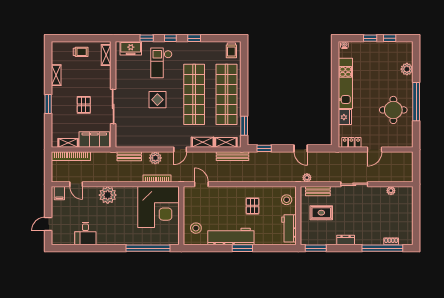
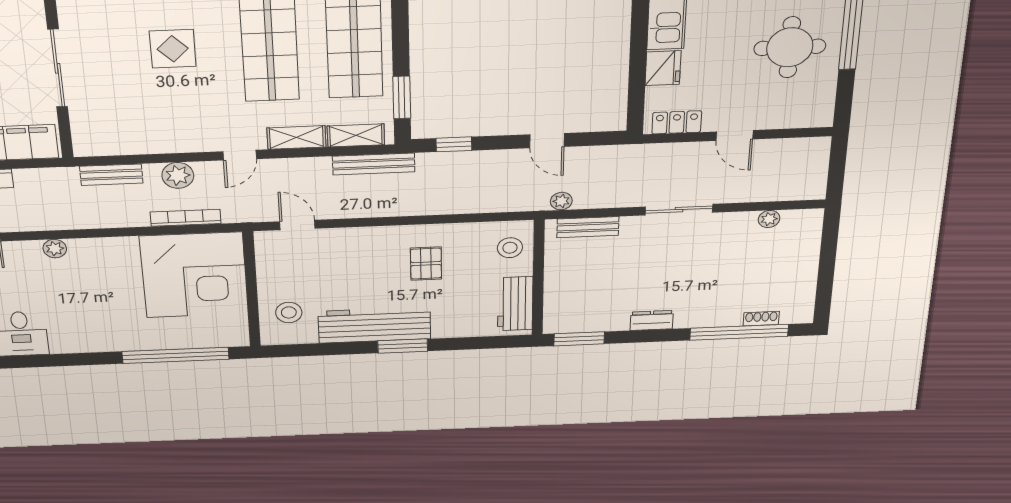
door: (374, 150) -> (735, 135), hinge flipped
plant: (108, 195) -> (55, 249), width x0.53, depth x0.53
rug: (321, 213) -> (595, 270), removed

